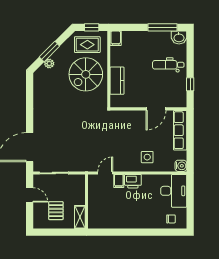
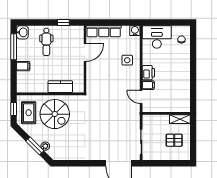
filing cabinet: (116, 38) -> (23, 66), moved
door: (156, 109) -> (85, 52), hinge flipped
door: (30, 195) -> (160, 163), removed

